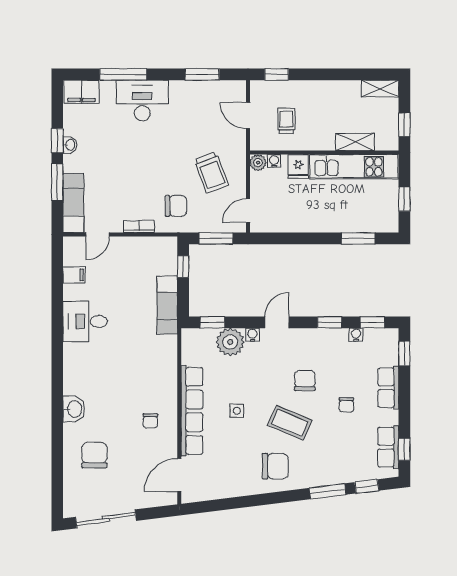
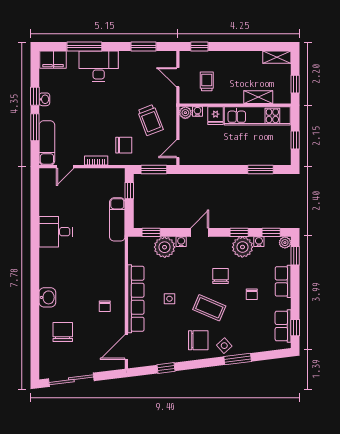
filing cabinet: (74, 275) -> (47, 197), removed
plant: (391, 336) -> (285, 243), added
plant: (334, 342) -> (242, 247), added
side table: (310, 473) -> (224, 346), added
window: (367, 486) -> (166, 368), moved

